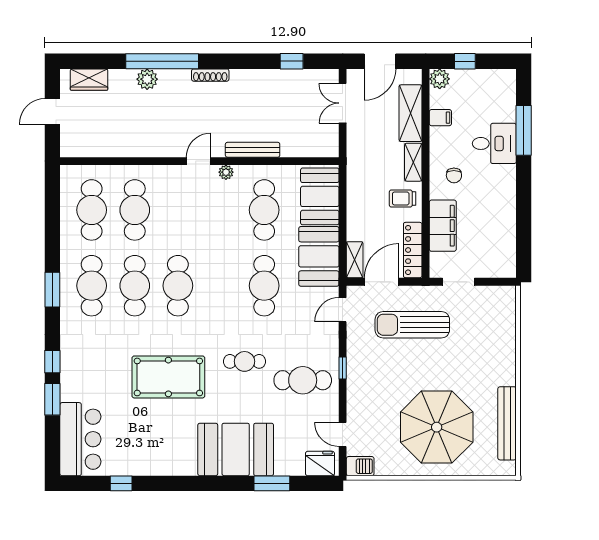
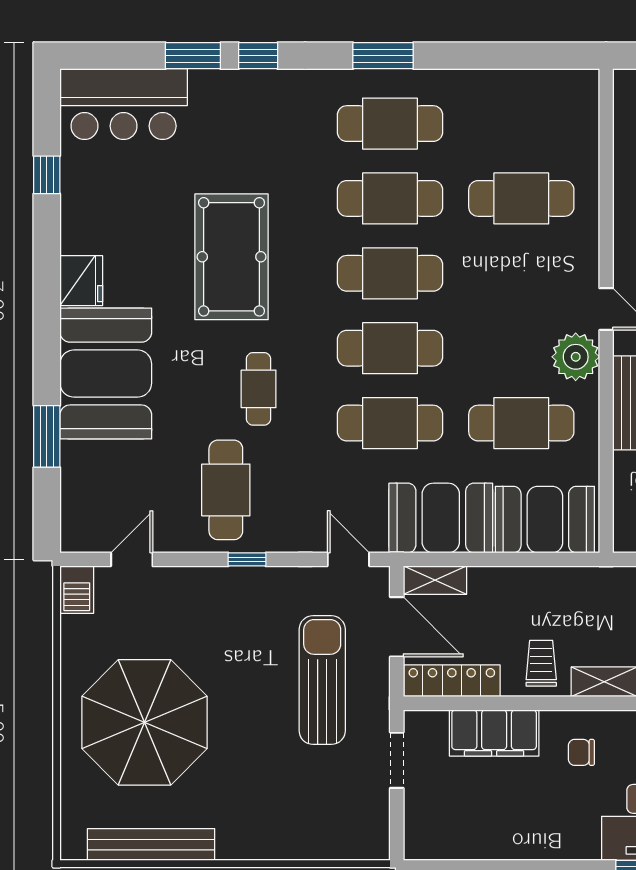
plant: (226, 172) -> (576, 357), width x1.88, depth x1.88
cafe table: (92, 210) -> (390, 348), moved
fridge: (320, 464) -> (81, 281), moved

